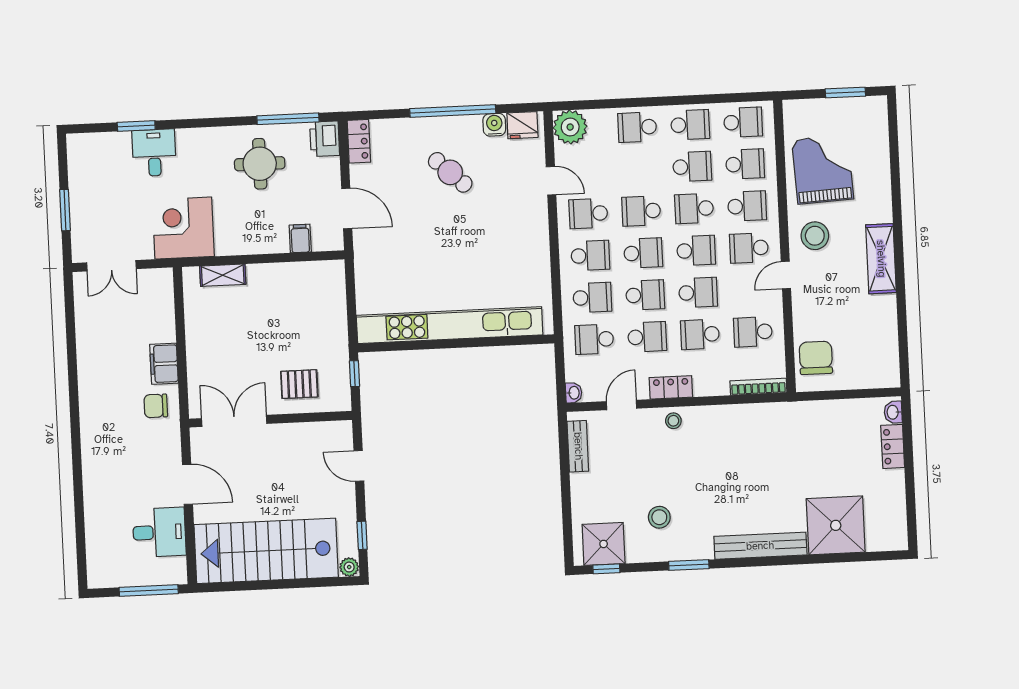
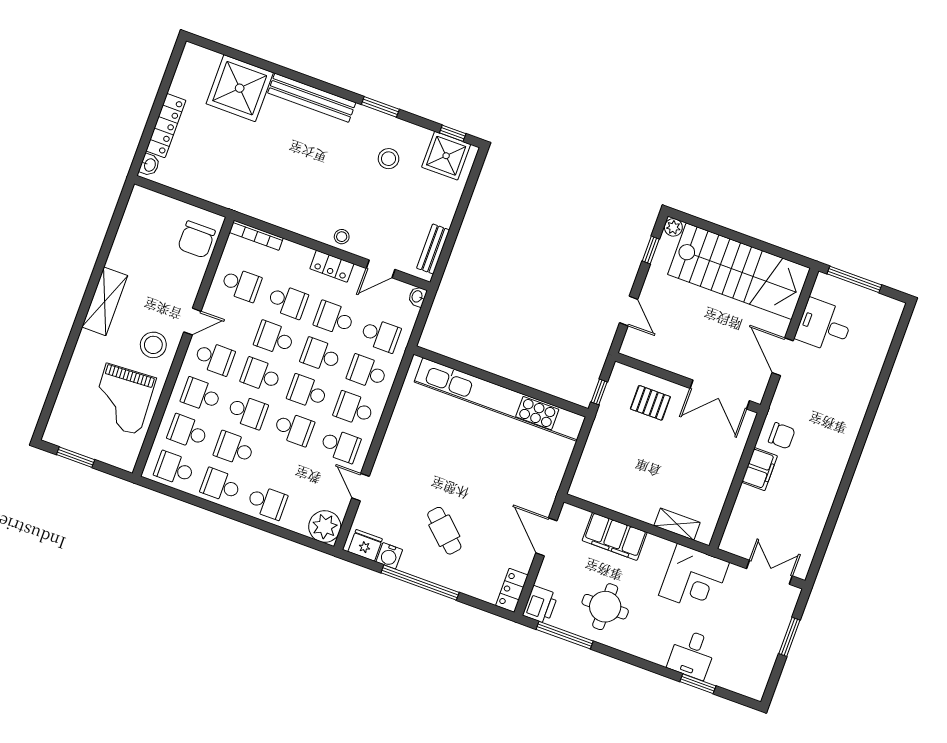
filing cabinet: (300, 238) -> (615, 536), width x3.00, depth x1.17
locker: (893, 446) -> (166, 126), width x1.53

